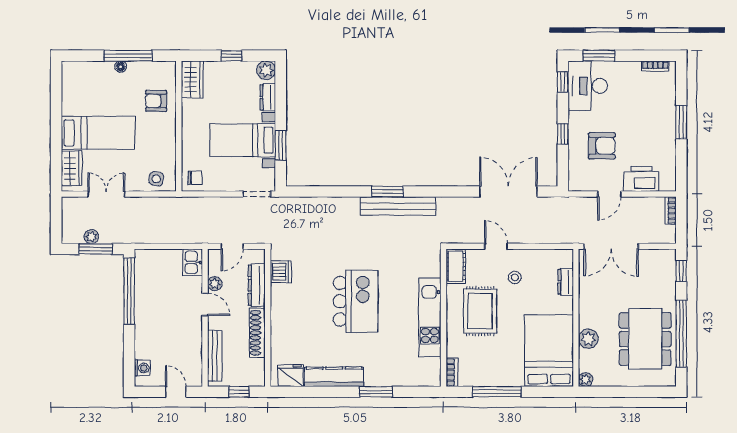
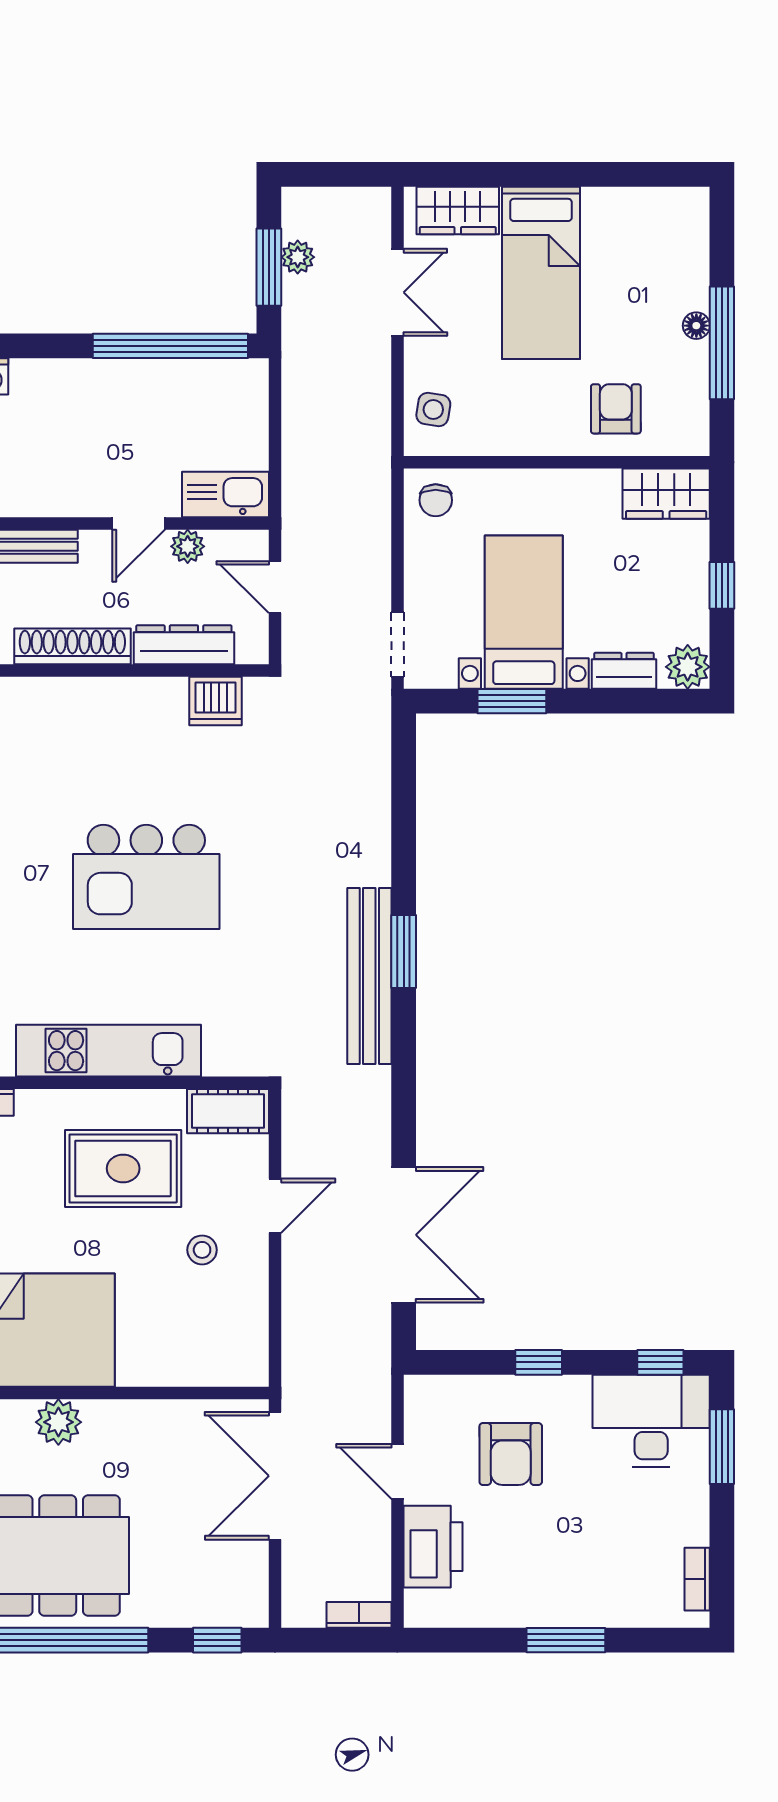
kitchen sink: (193, 262) -> (225, 494), width x1.38
dresser: (566, 282) -> (192, 1369), removed

